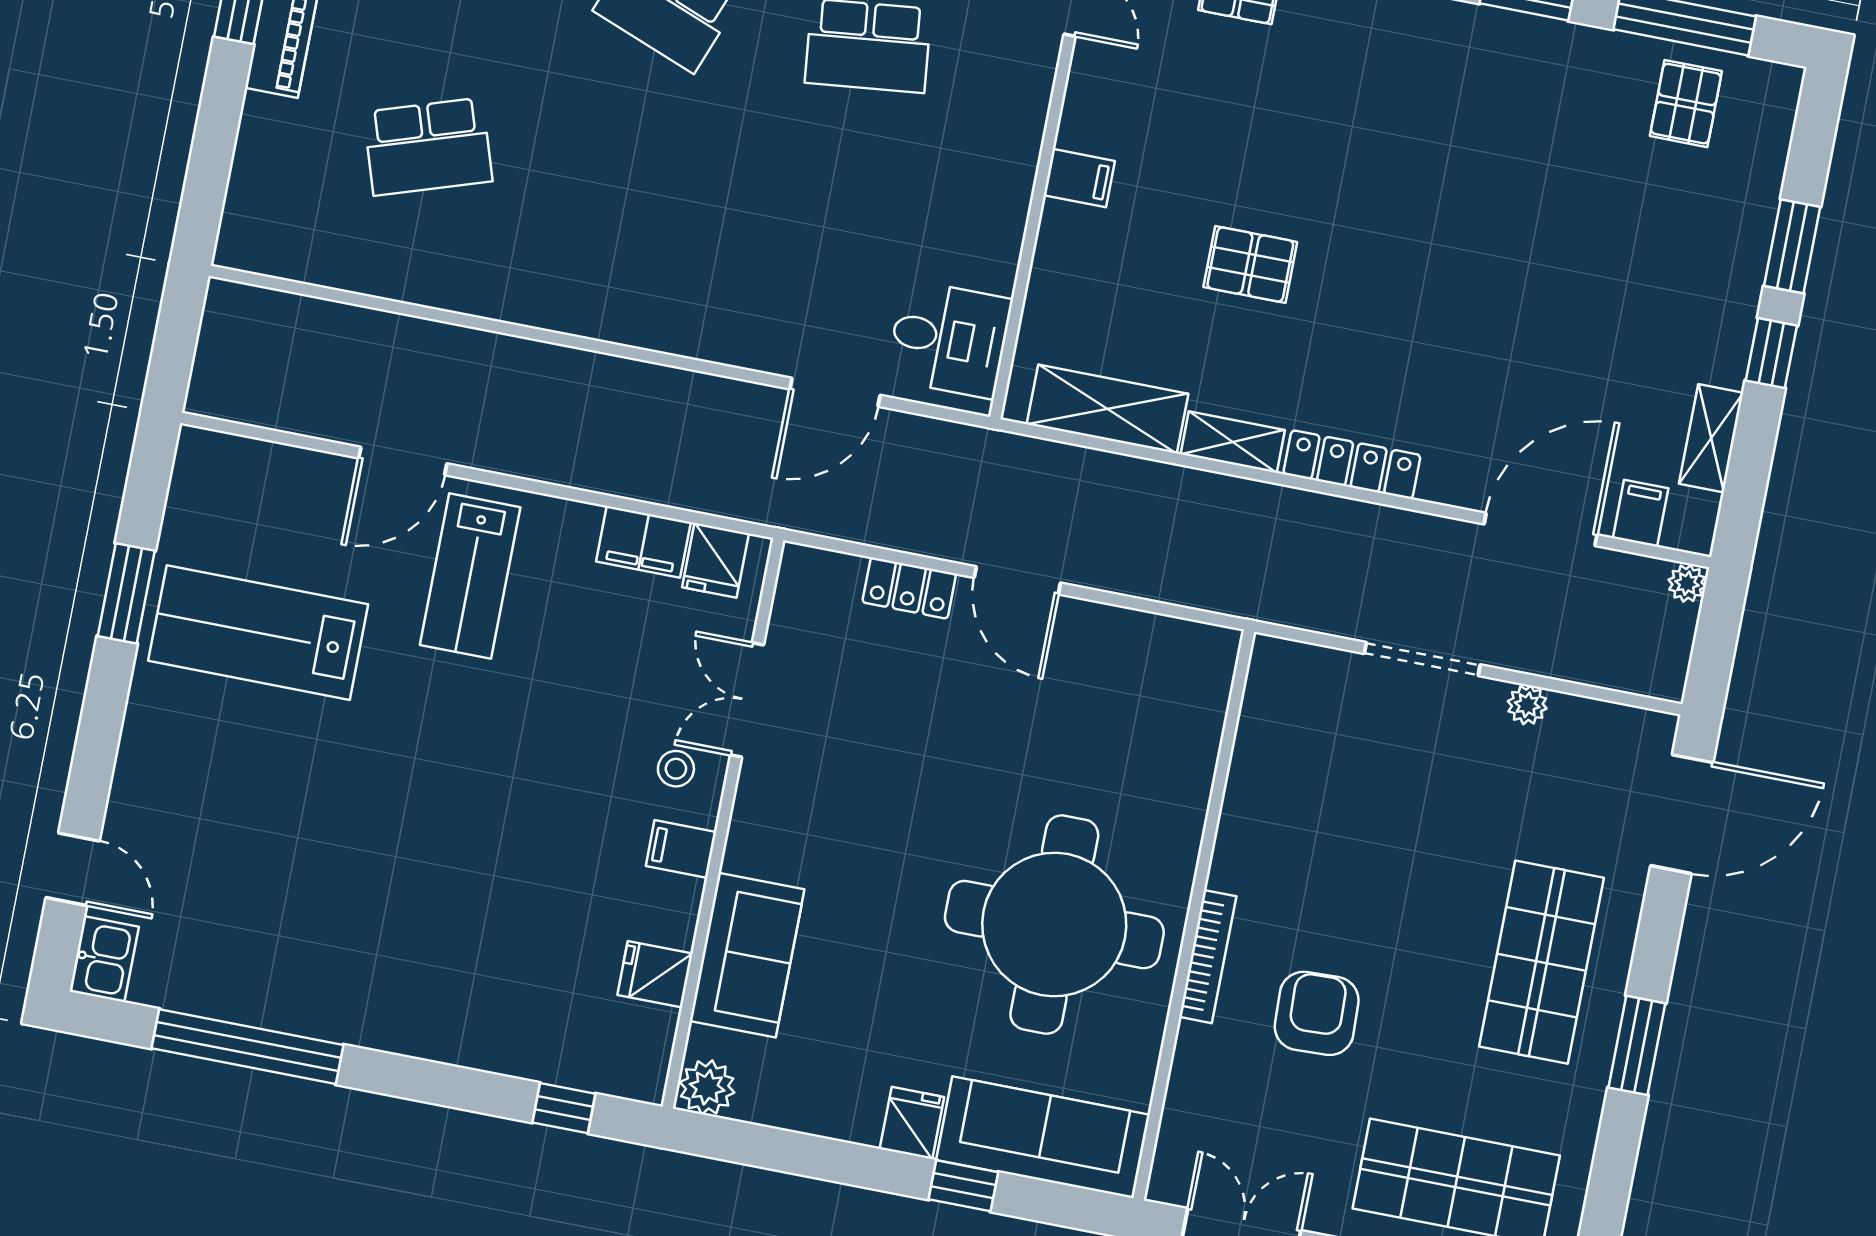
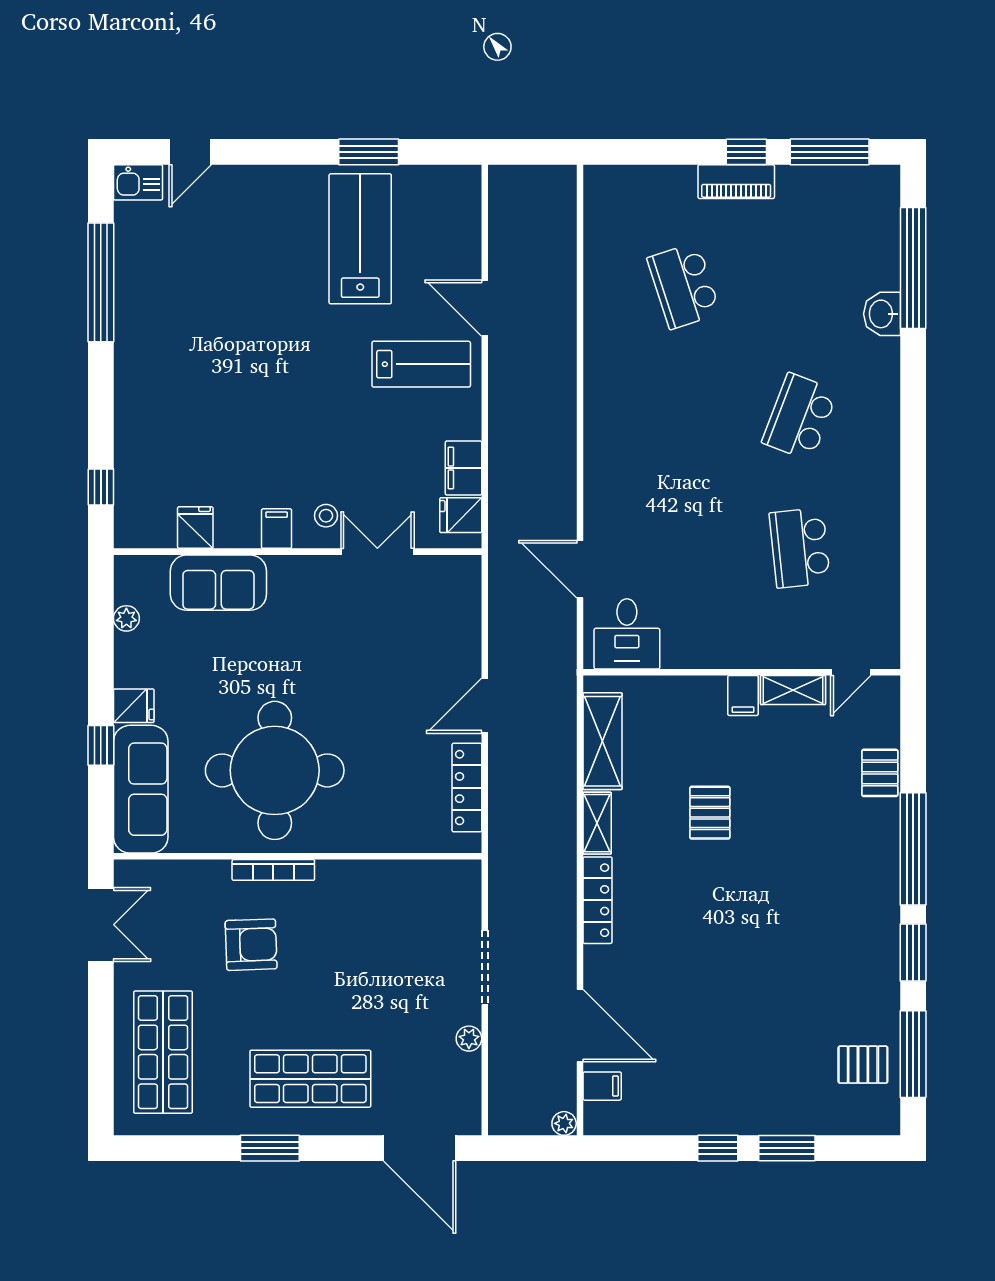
shelving: (1711, 438) -> (793, 690), moved
lab bench: (470, 576) -> (421, 364), turned 180
locker: (909, 588) -> (467, 788), moved, width x1.53
plant: (707, 1087) -> (126, 618), moved, width x0.73, depth x0.73

